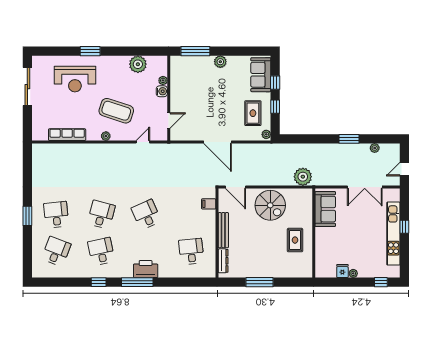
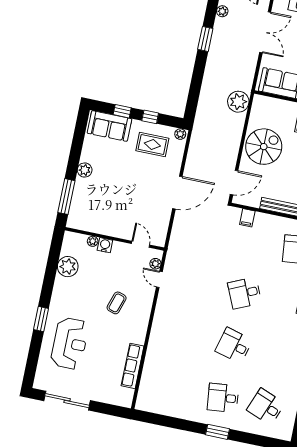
coffee table: (116, 111) -> (117, 303), width x0.54, depth x0.58
plant: (106, 136) -> (155, 264), moved
desk: (101, 251) -> (277, 354), removed

